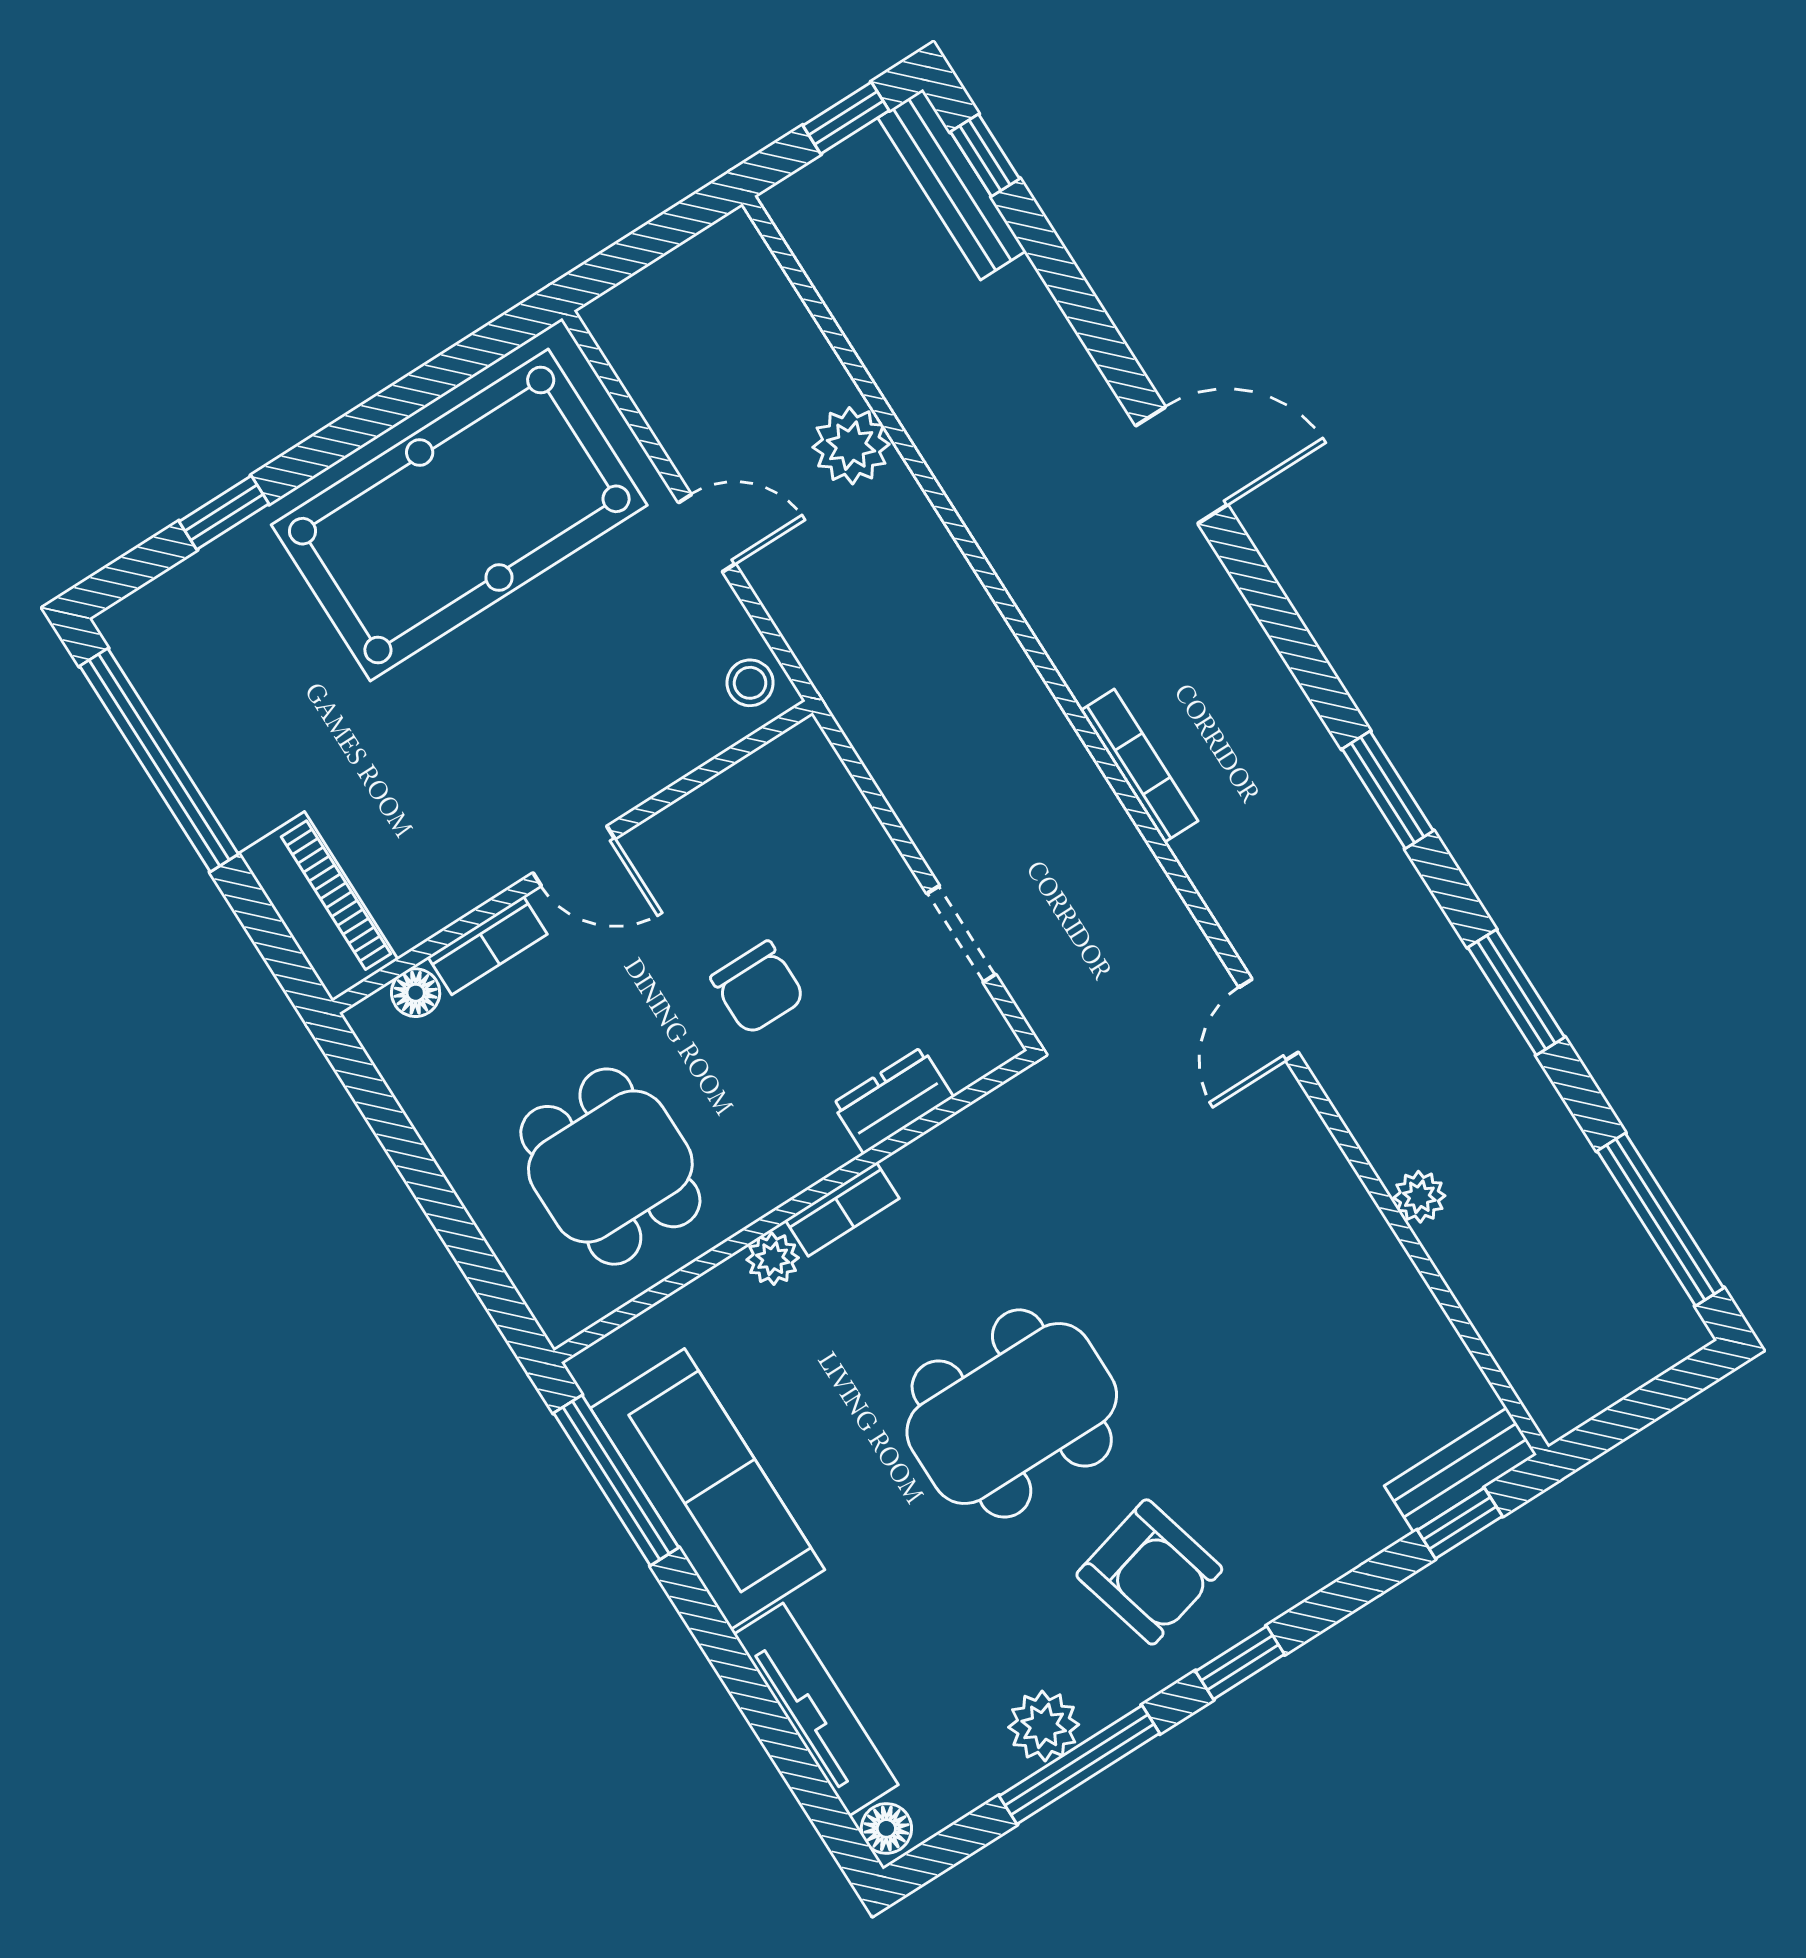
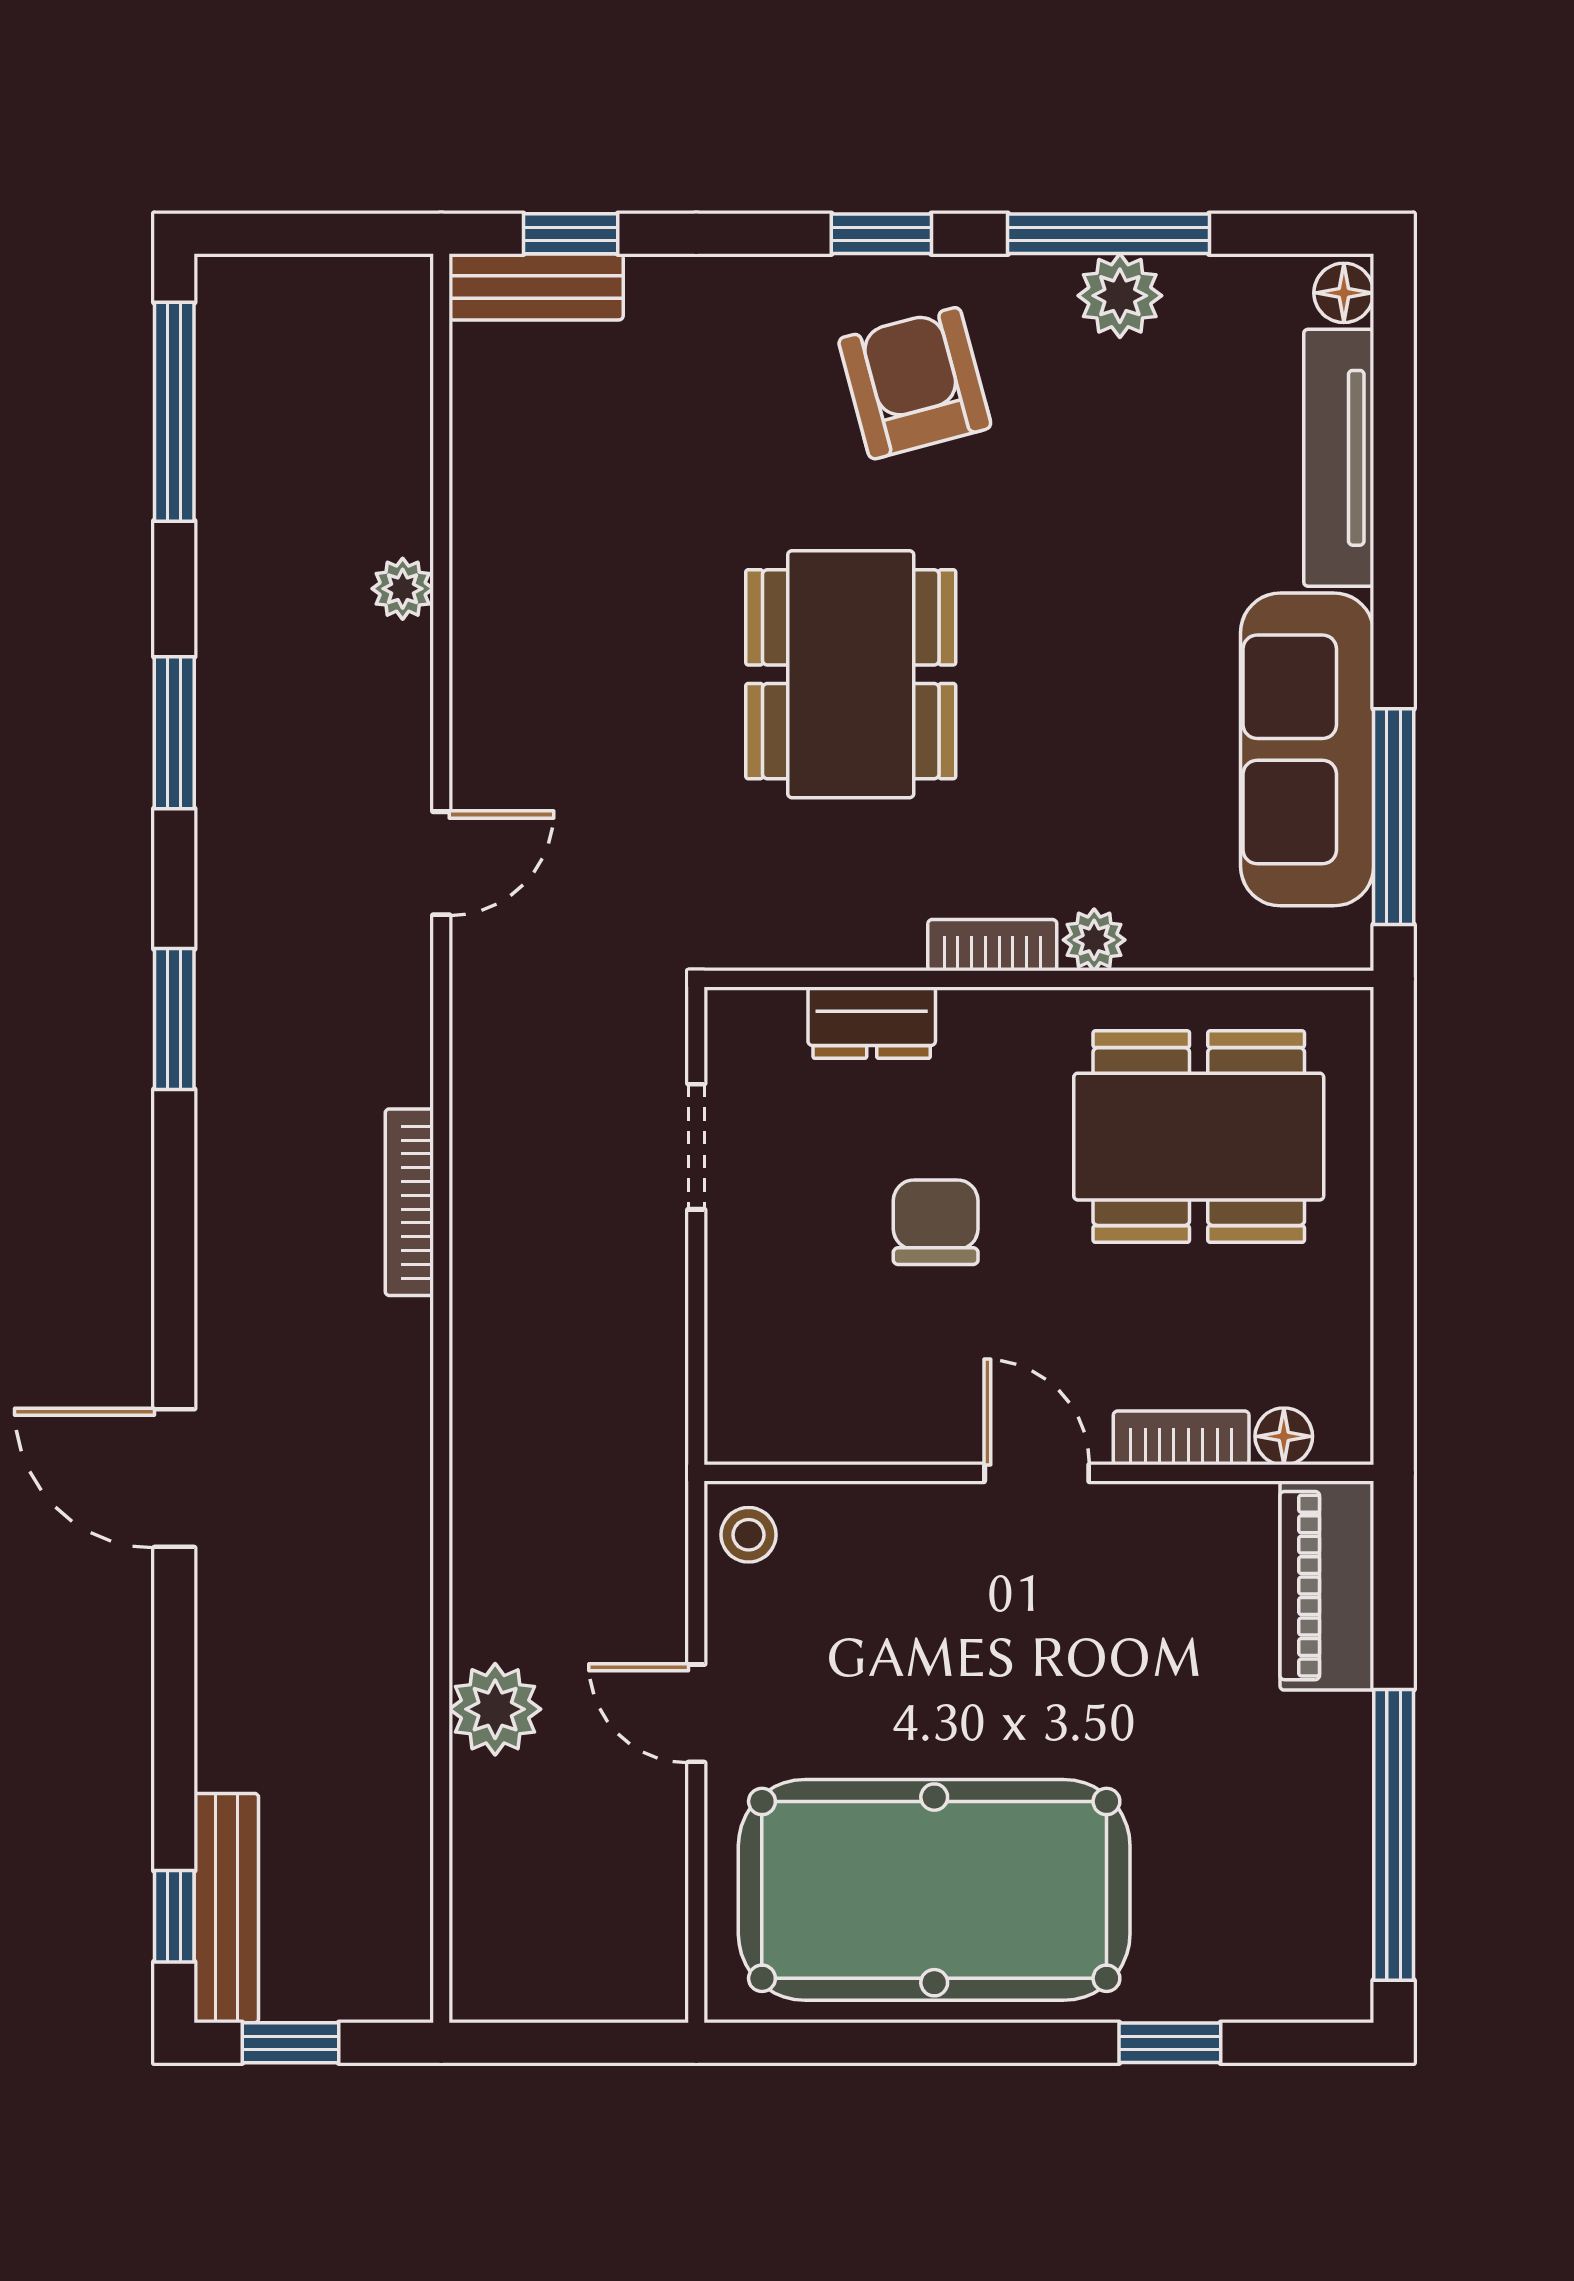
dining table: (610, 1167) -> (1199, 1137), width x1.38
dining table: (1012, 1413) -> (851, 674), moved, turned 90

